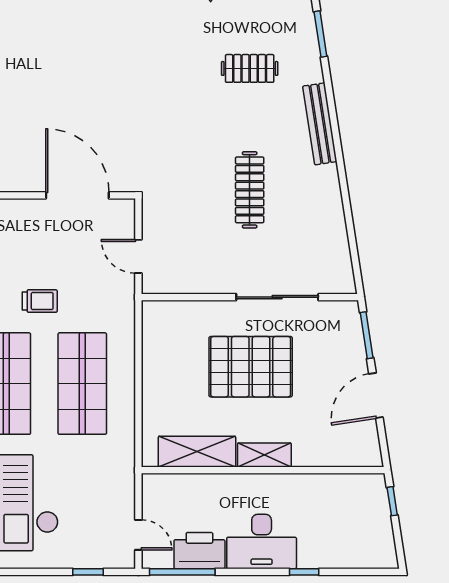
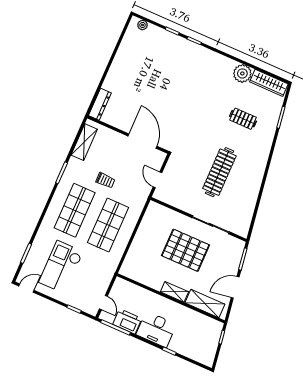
bench: (320, 124) -> (263, 157), removed
clothes rail: (250, 190) -> (219, 172), width x1.37, depth x1.31
shelving: (197, 452) -> (205, 303), moved

